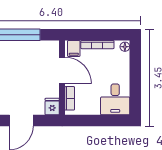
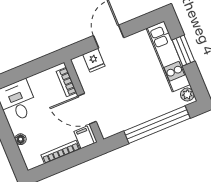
floor lamp: (125, 47) -> (21, 139), moved
fridge: (52, 107) -> (94, 60), moved

